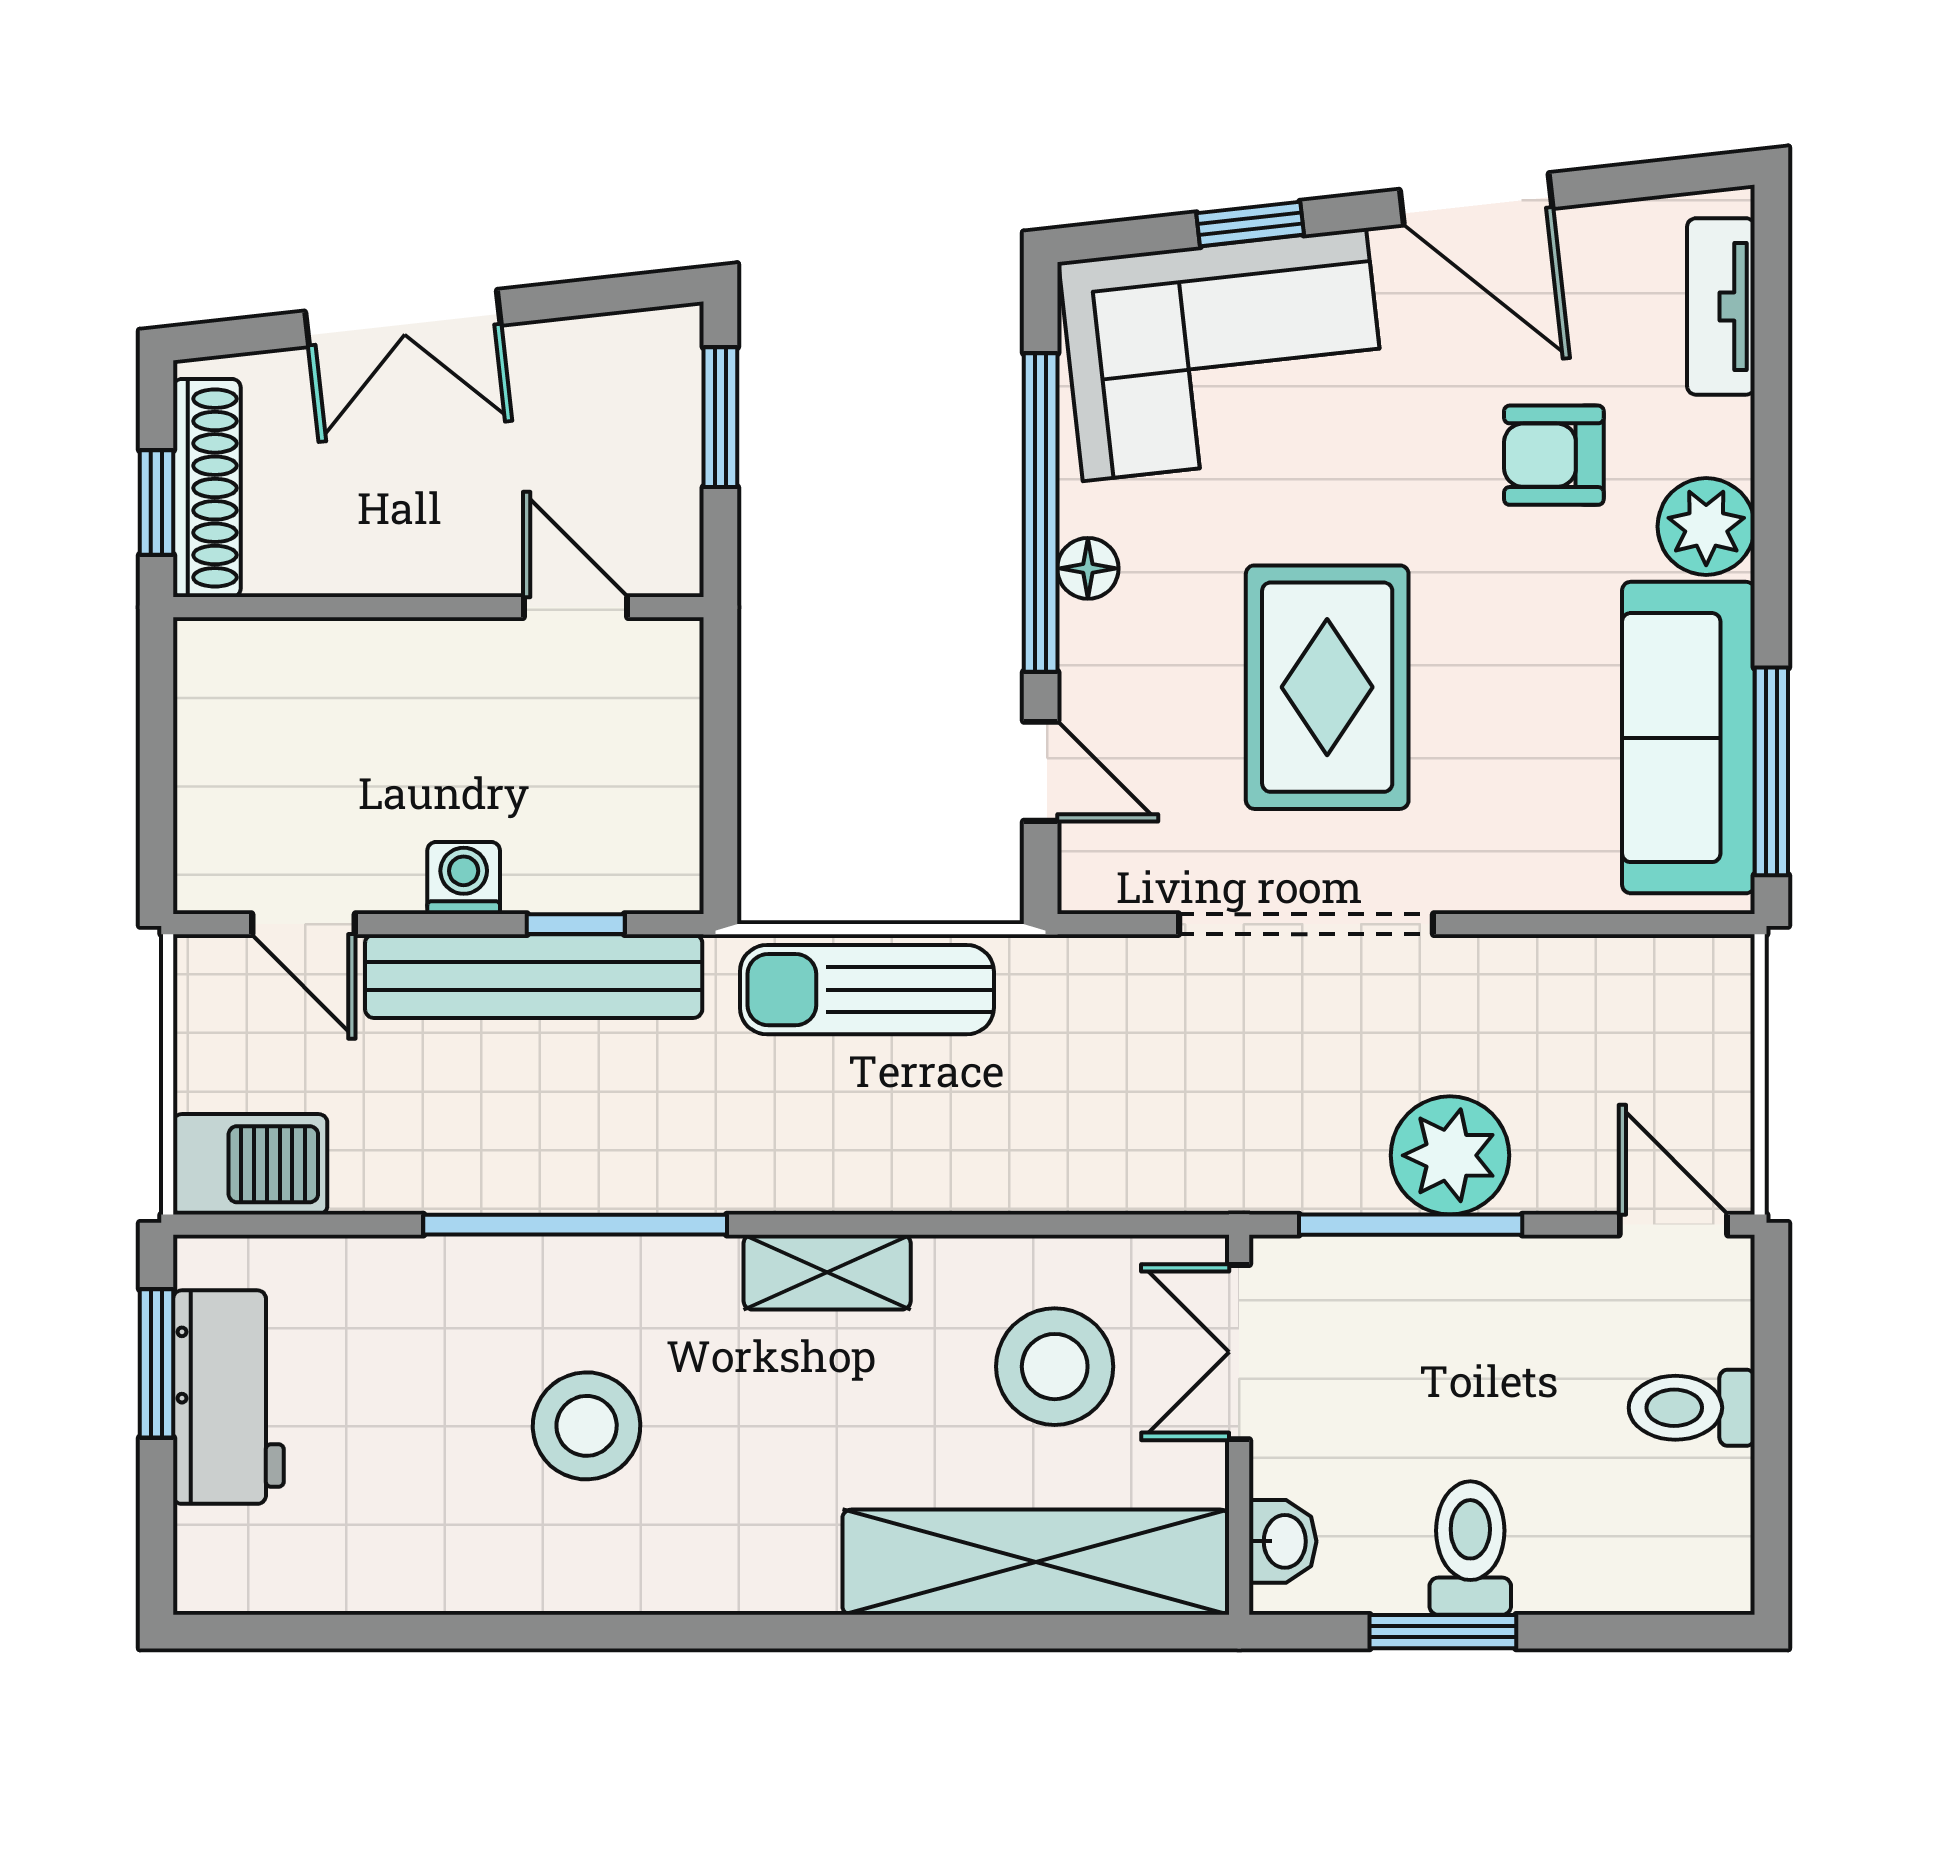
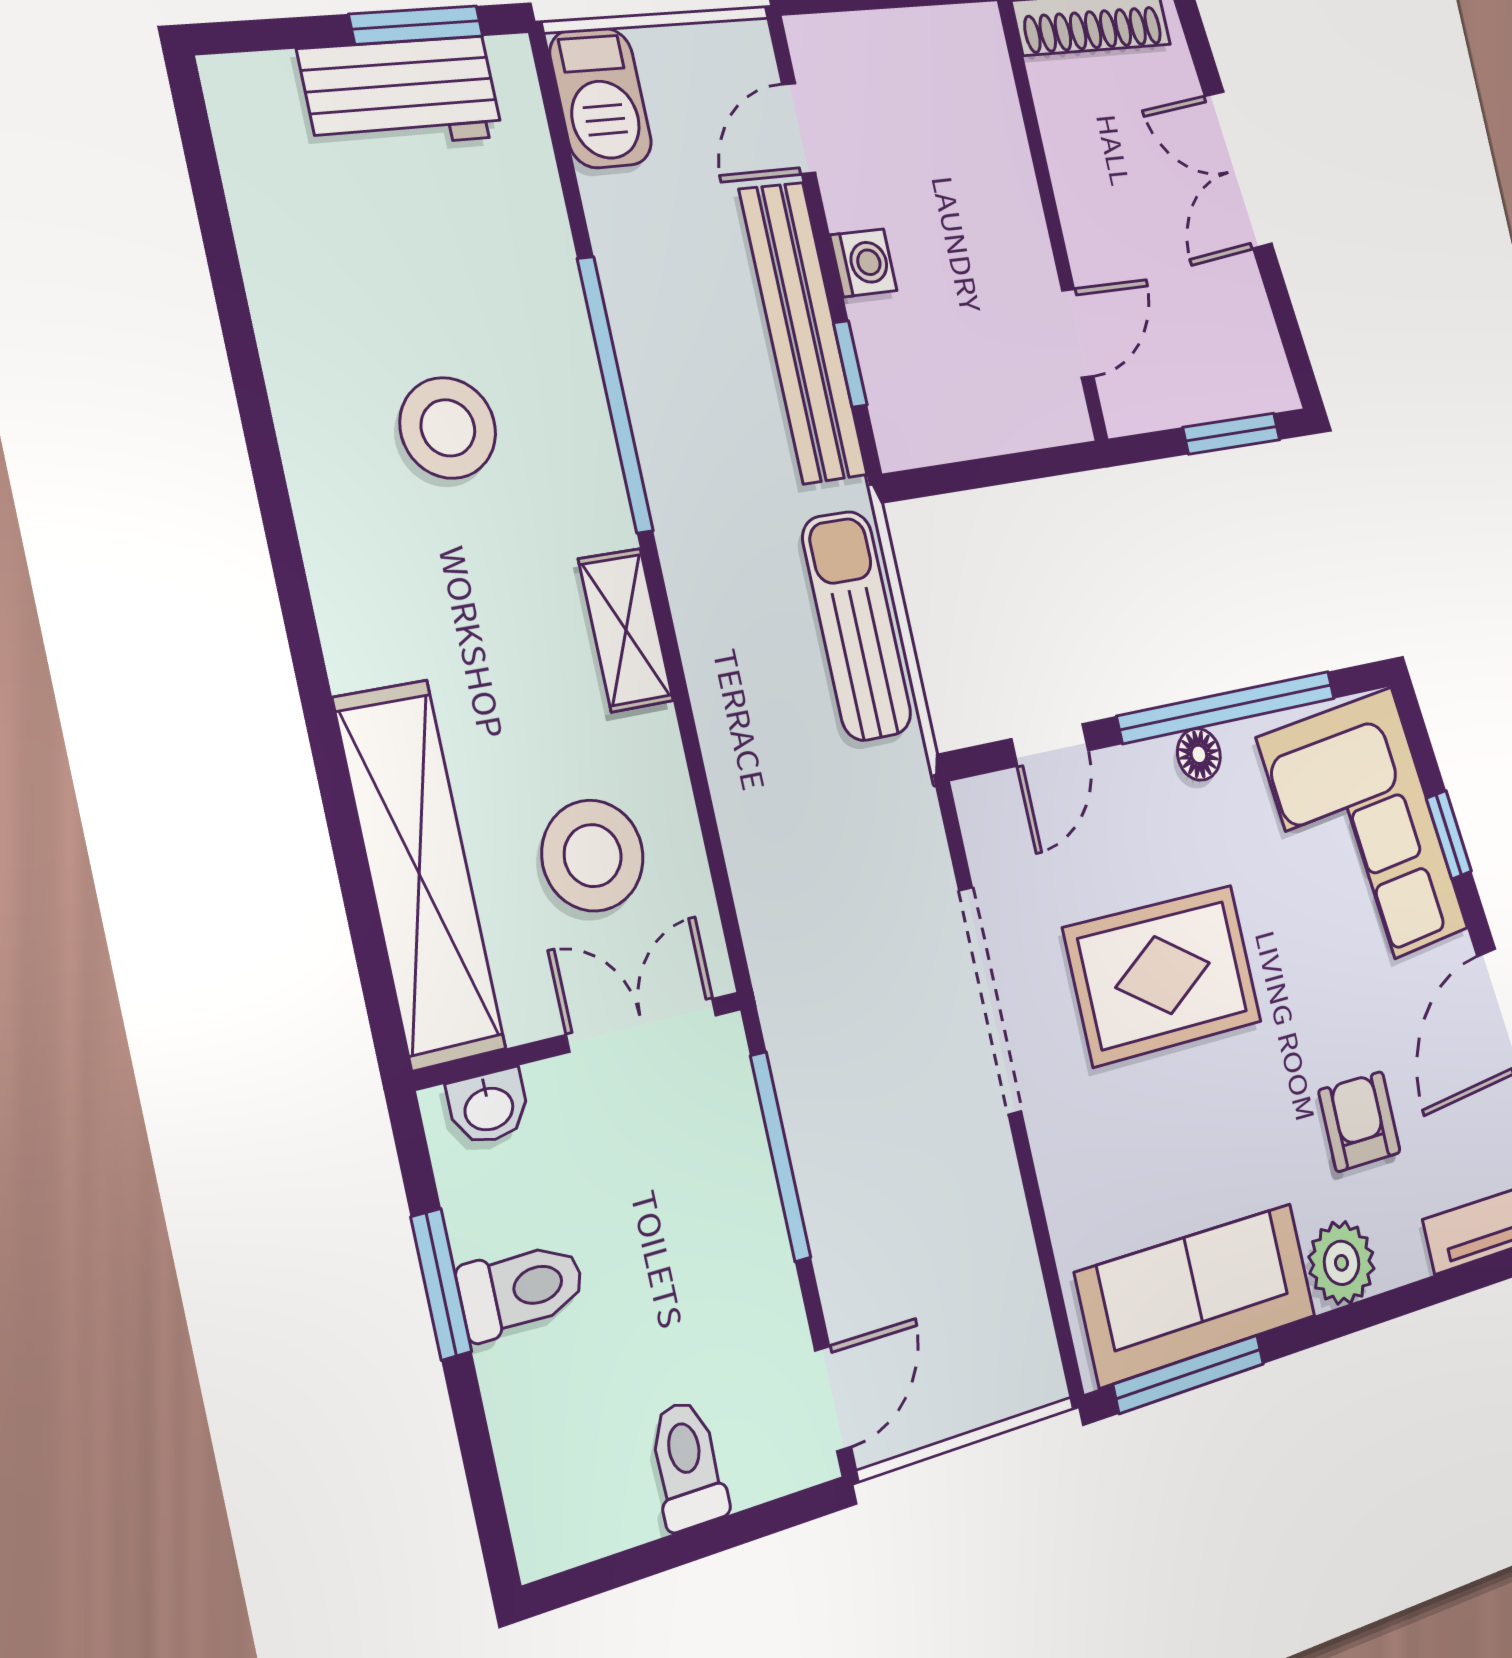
plant: (1450, 1155) -> (843, 1177), removed

